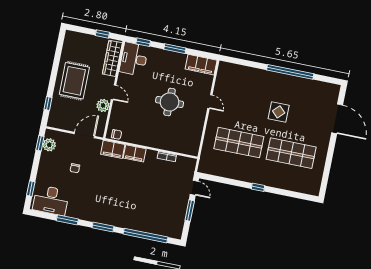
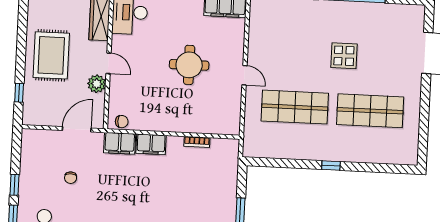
door: (210, 102) -> (244, 75), moved
window: (40, 143) -> (15, 185), moved
plant: (49, 145) -> (30, 150), removed
door: (194, 188) -> (242, 180), removed

